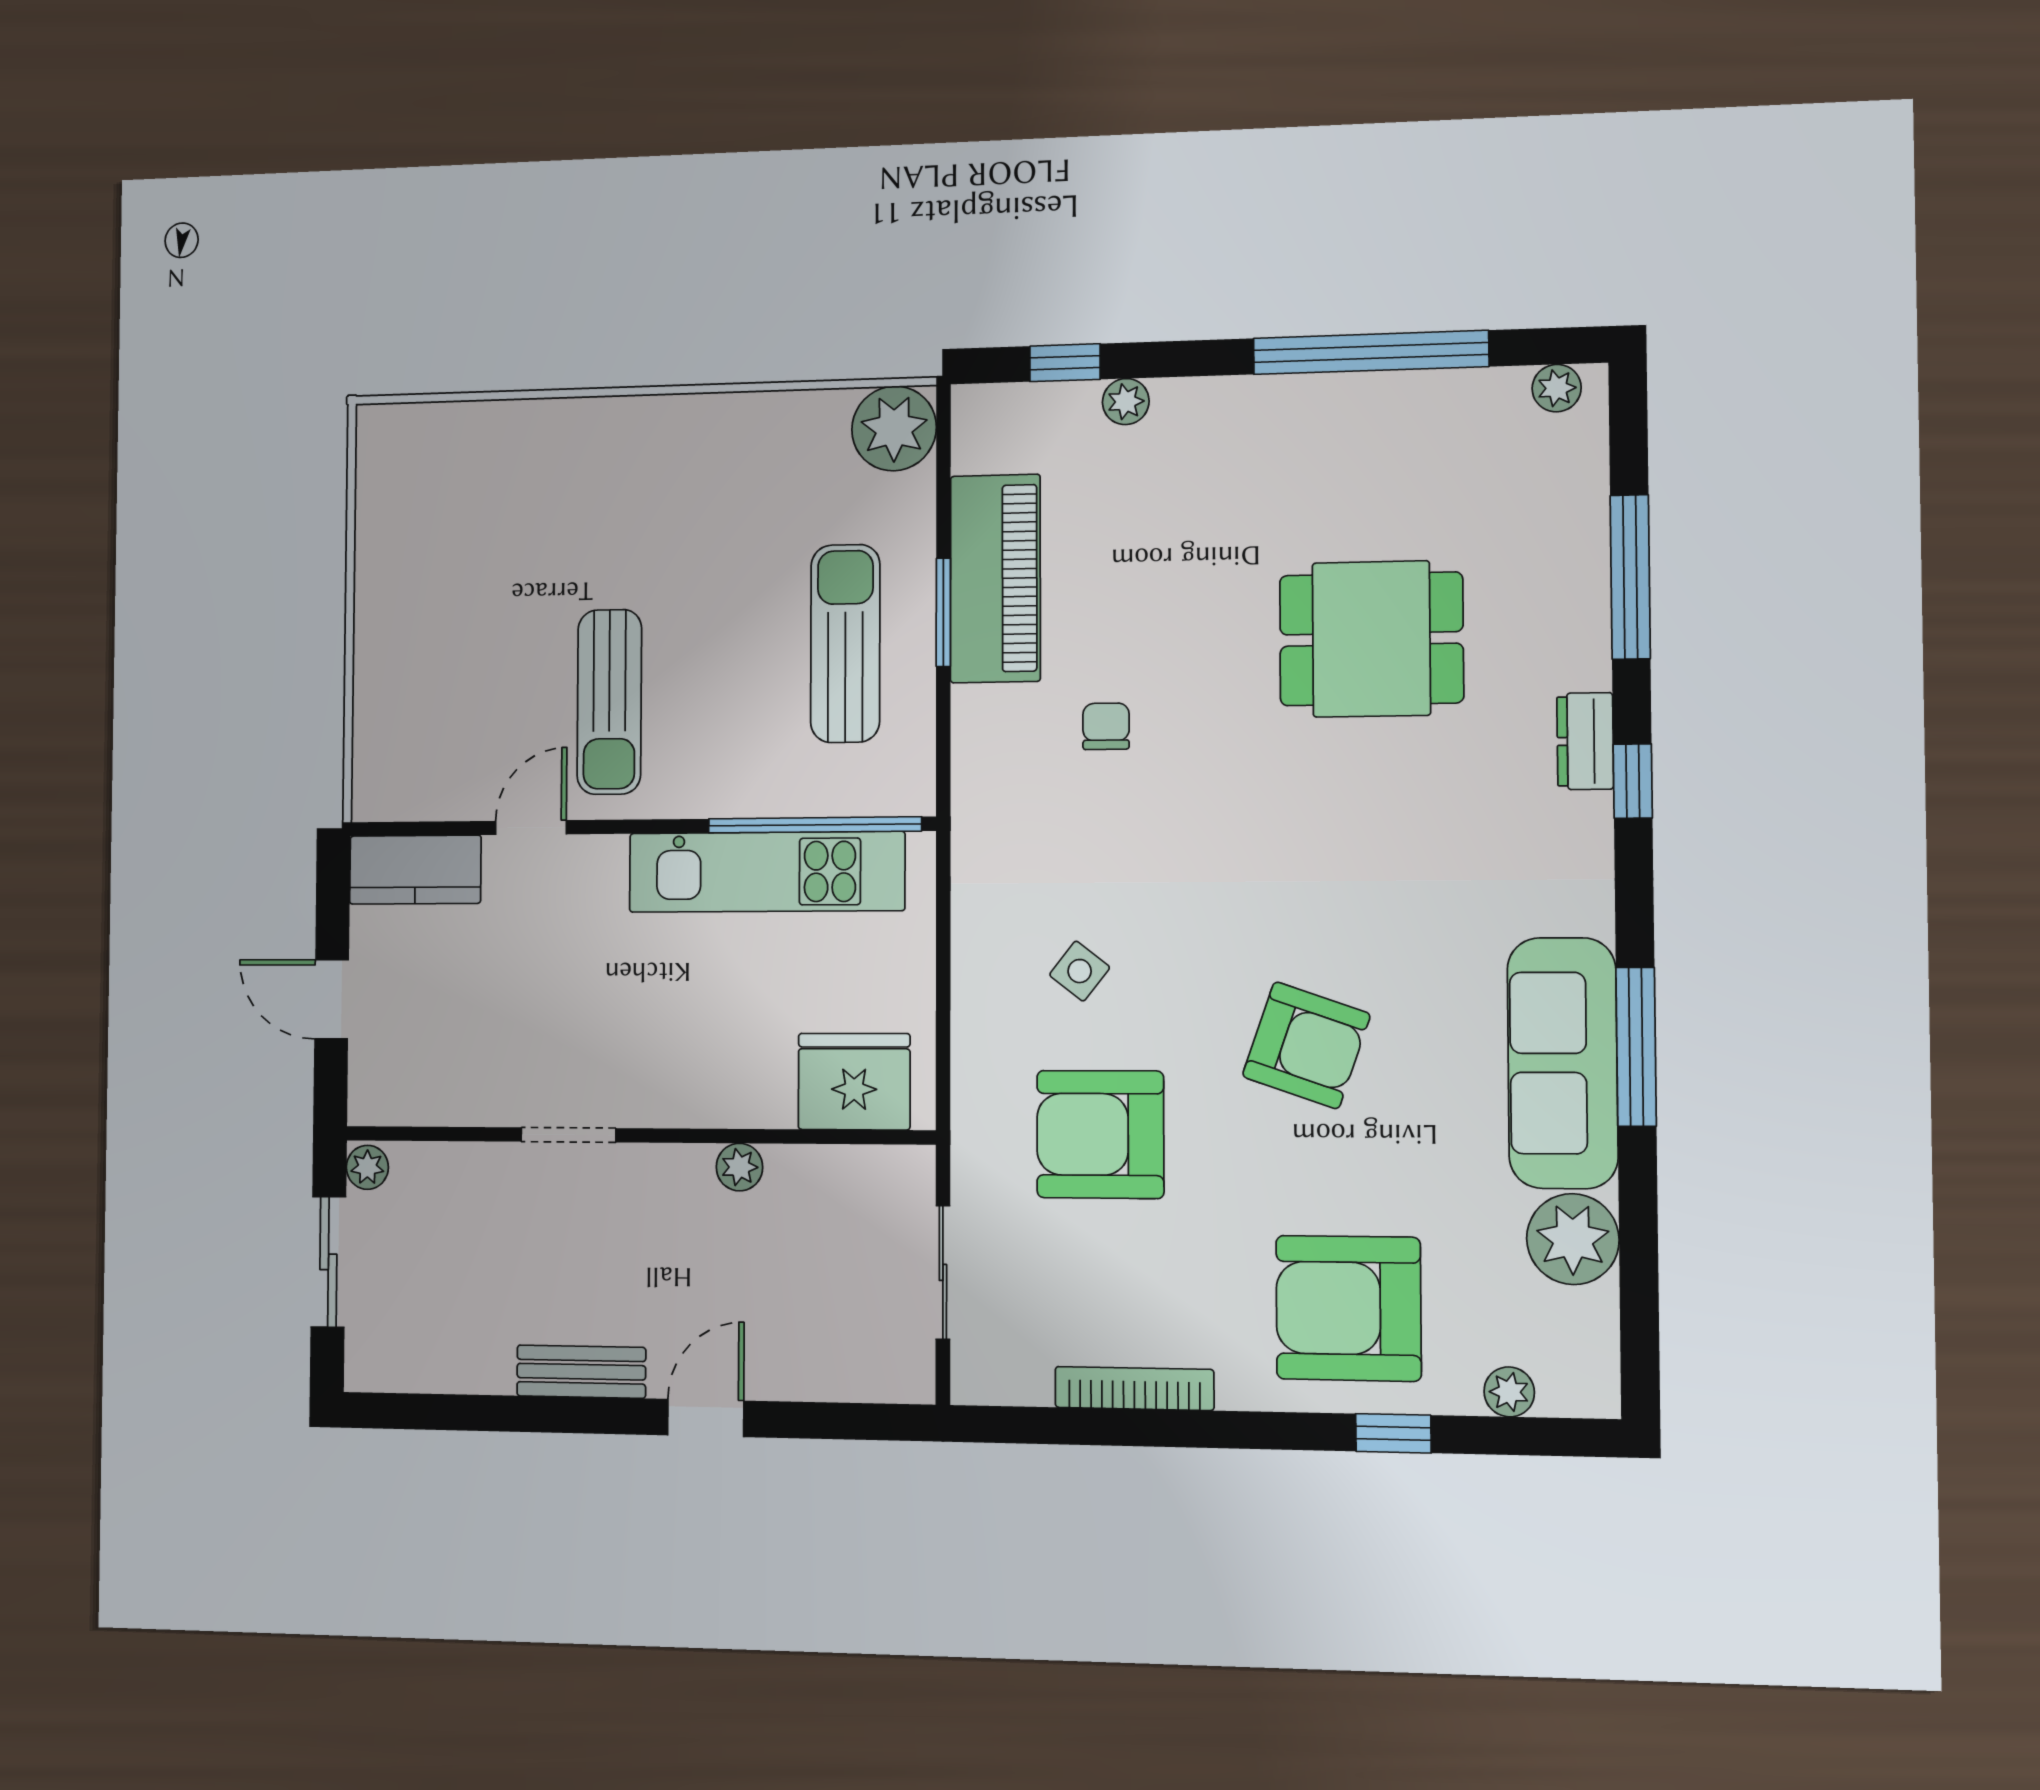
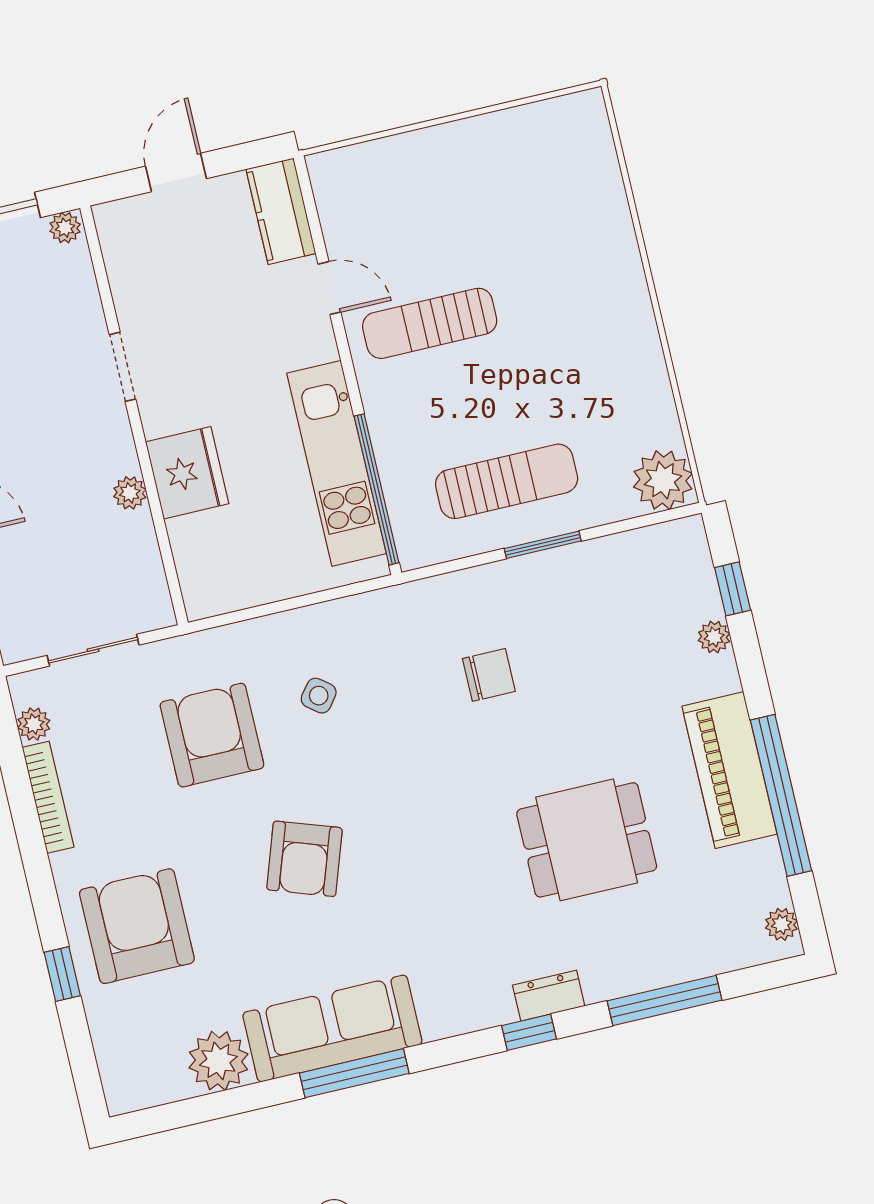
piano: (995, 579) -> (729, 770), moved, turned 90
dining table: (1371, 639) -> (587, 840), turned 90
chair: (1106, 726) -> (489, 675), width x1.37, depth x1.37
fridge: (854, 1082) -> (187, 473), moved
plant: (1509, 1392) -> (34, 724), moved

